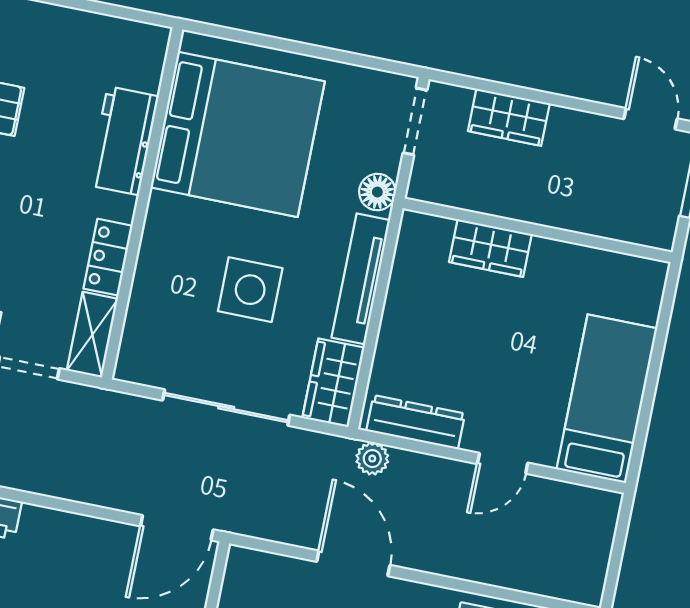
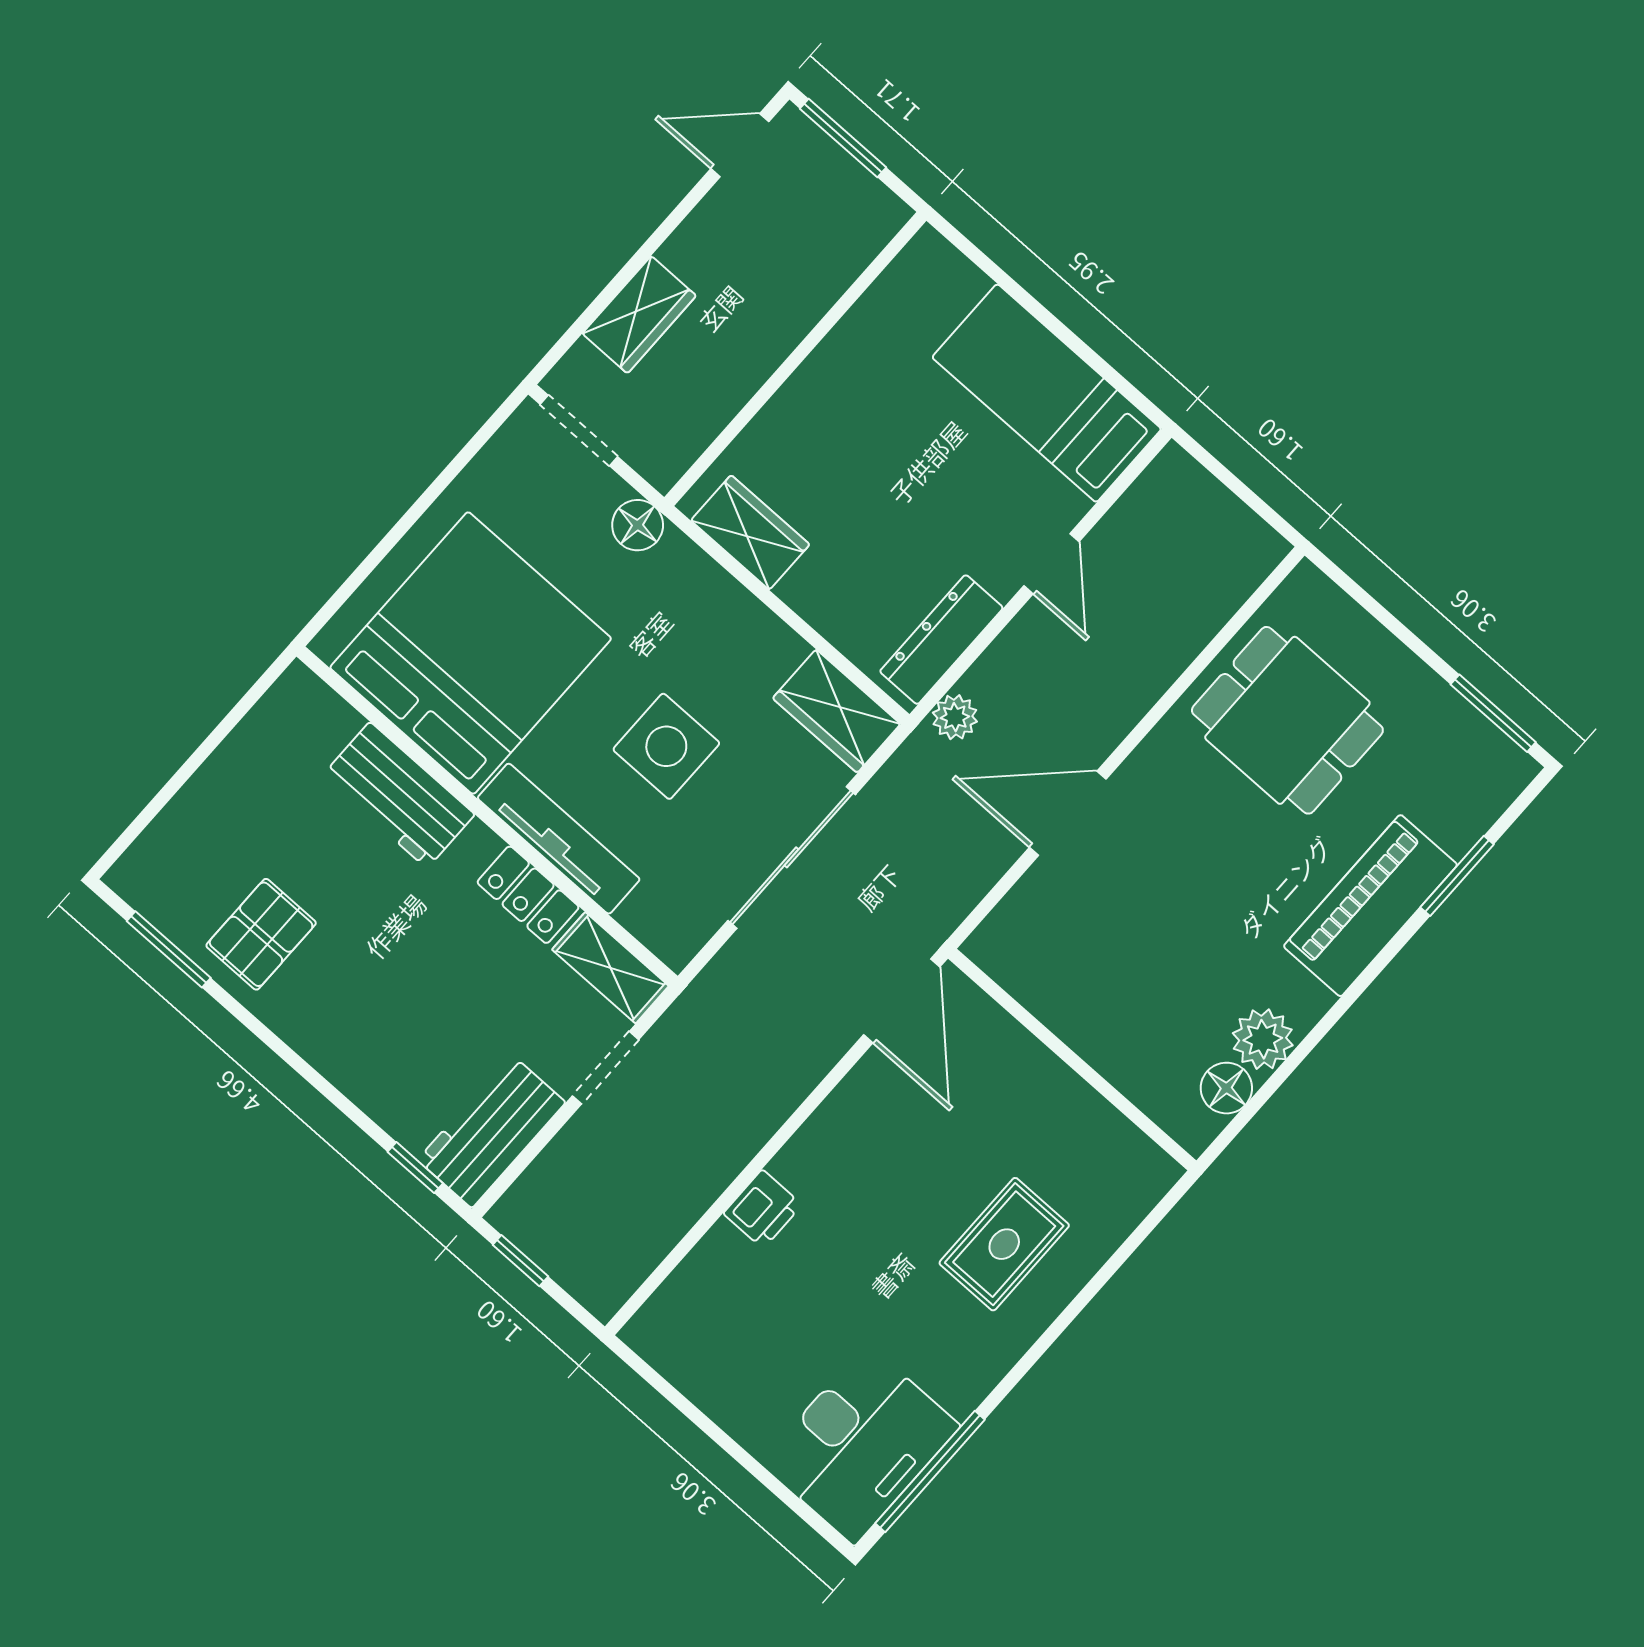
wardrobe: (490, 248) -> (750, 532), moved, turned -90
tv unit: (361, 279) -> (559, 839), moved, turned 180

